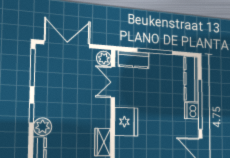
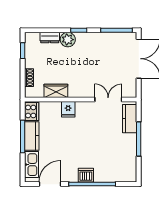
plant: (104, 58) -> (129, 91), removed
kitchen counter: (191, 79) -> (116, 175), removed
fridge: (126, 122) -> (68, 109), width x0.53, depth x0.75

